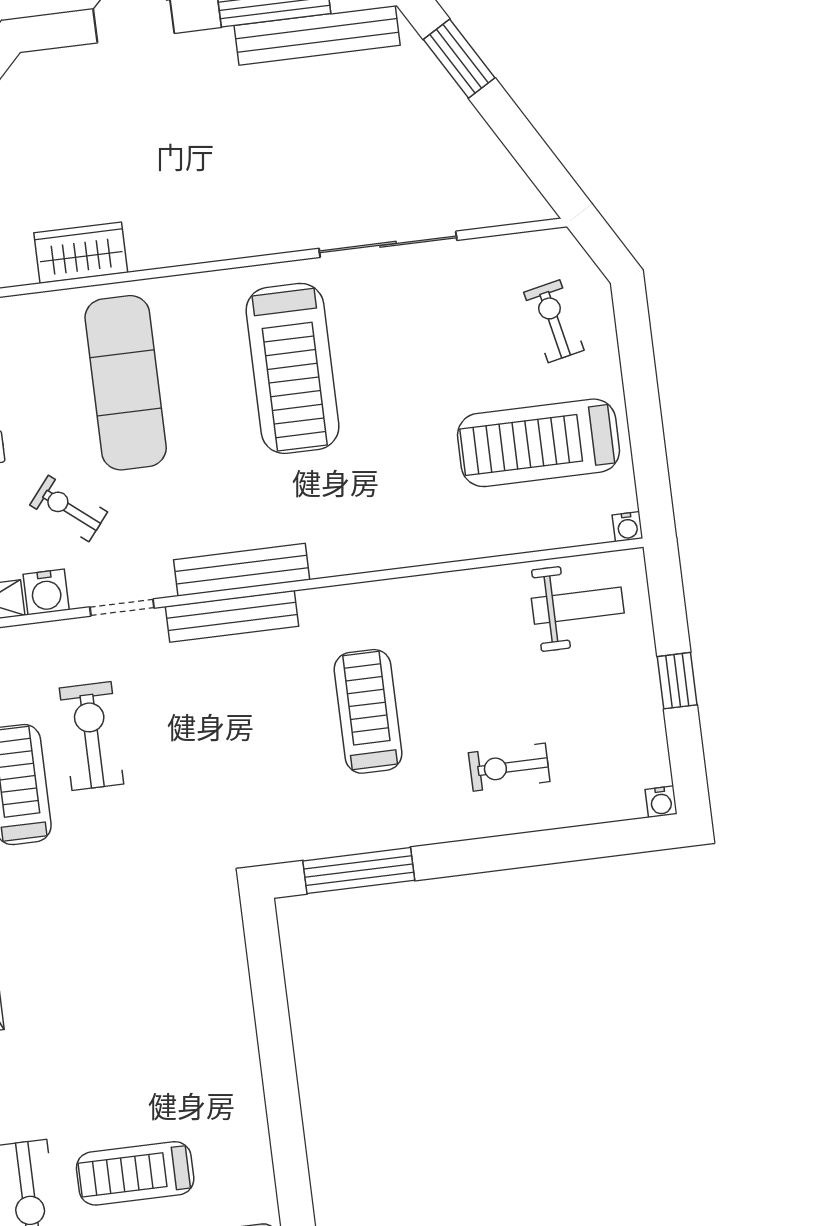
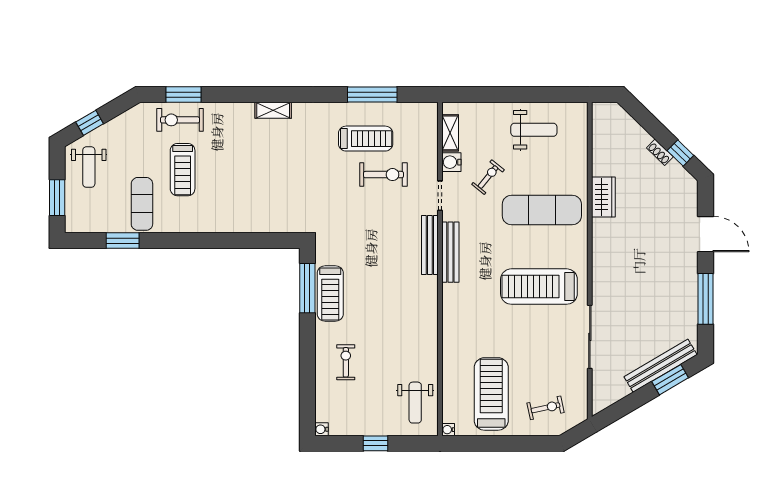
bench: (317, 35) -> (661, 366), moved, turned 60
treadmill: (368, 711) -> (330, 293), moved, turned 90
treadmill: (135, 1173) -> (183, 170), turned 180

